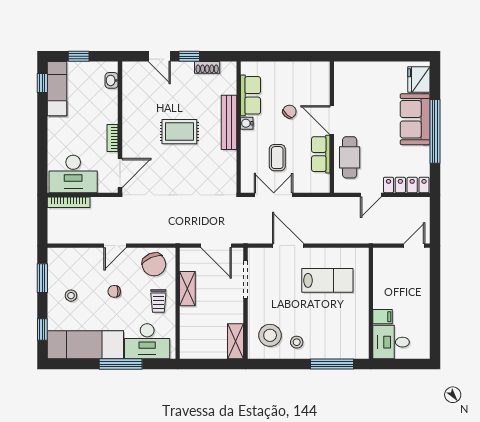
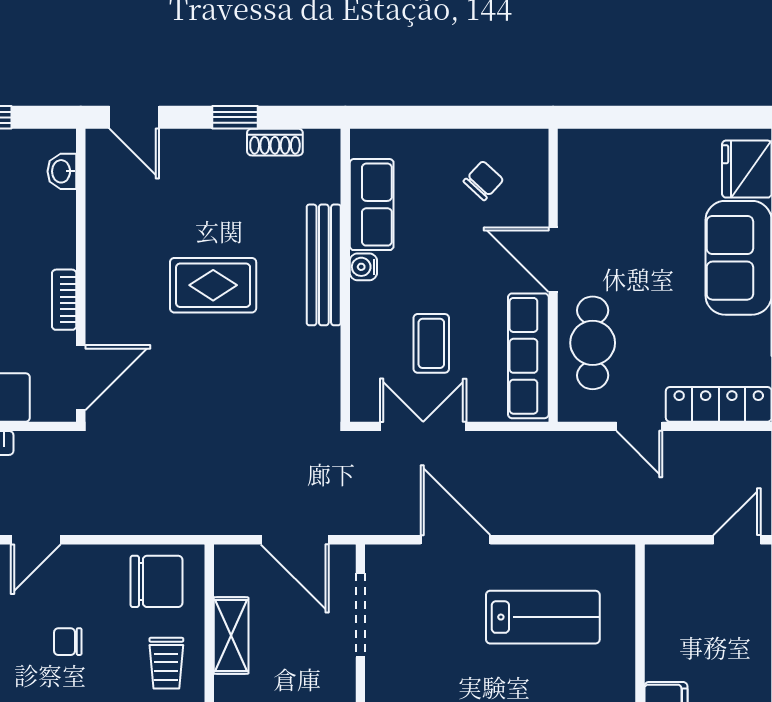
door: (159, 56) -> (134, 117), moved
chair: (289, 112) -> (483, 181), moved
row of seats: (321, 154) -> (528, 356), width x1.48
door: (371, 195) -> (639, 426), hinge flipped
door: (115, 246) -> (36, 540), moved
chair: (154, 264) -> (156, 581), turned -67

